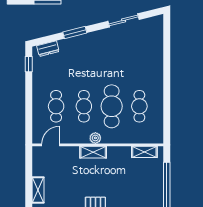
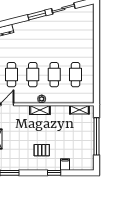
window: (75, 33) -> (37, 15), moved
cafe table: (112, 106) -> (54, 75), width x0.73, depth x0.74

